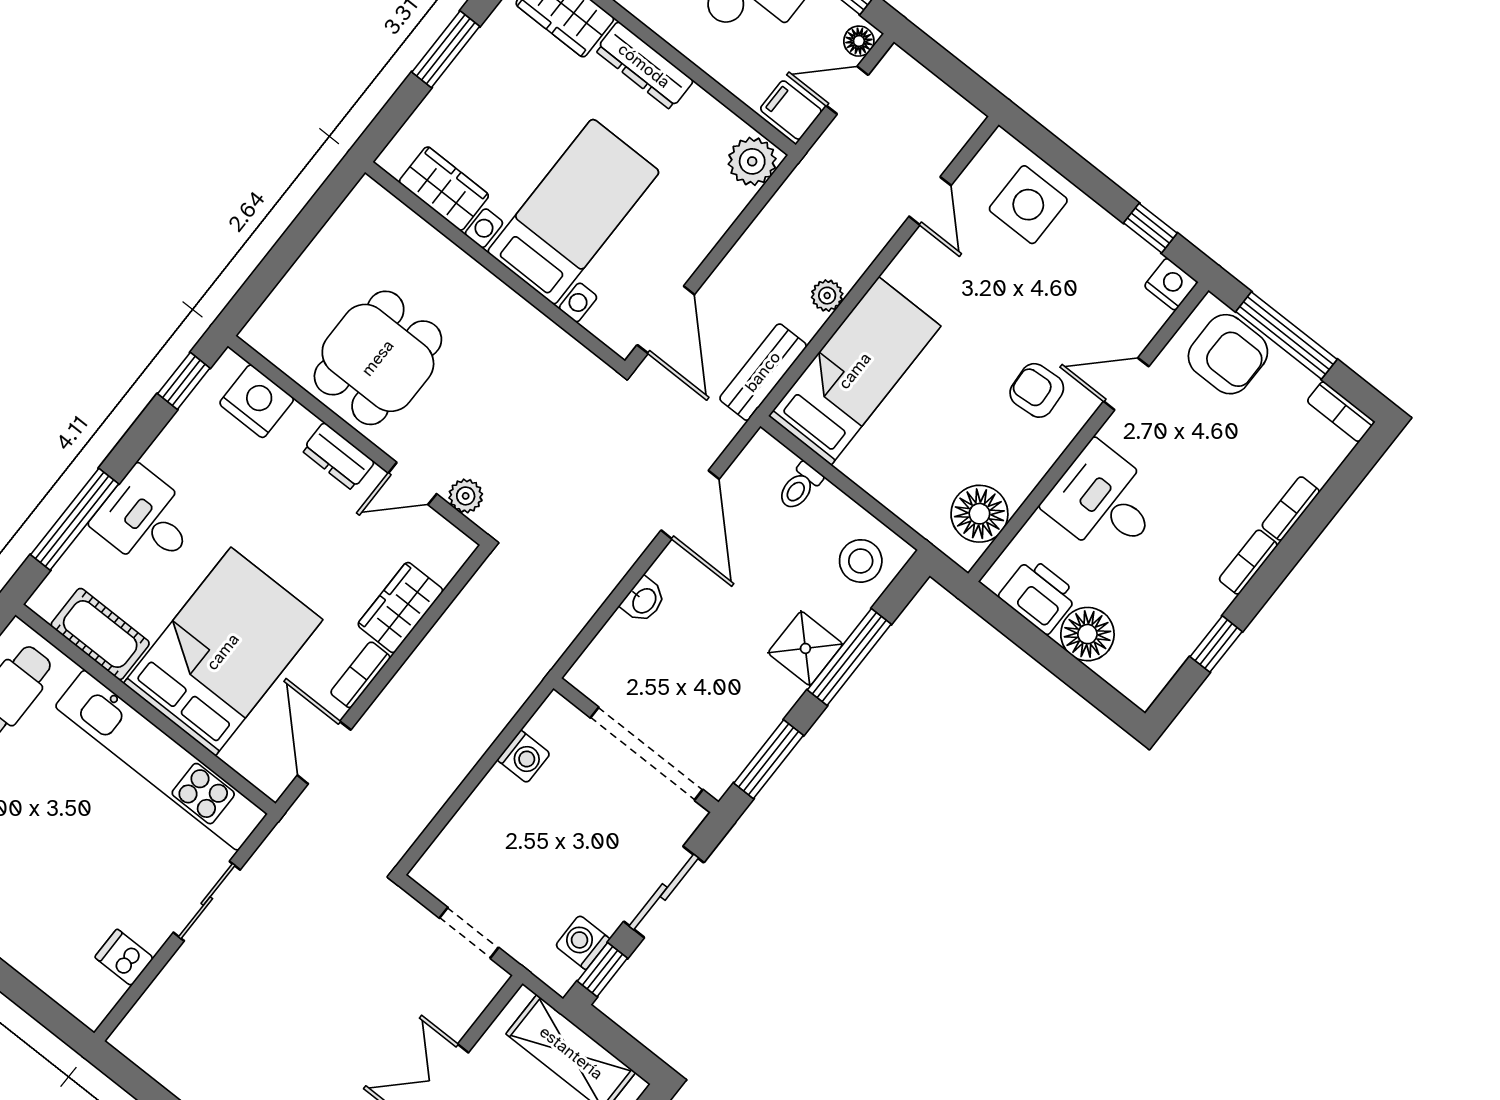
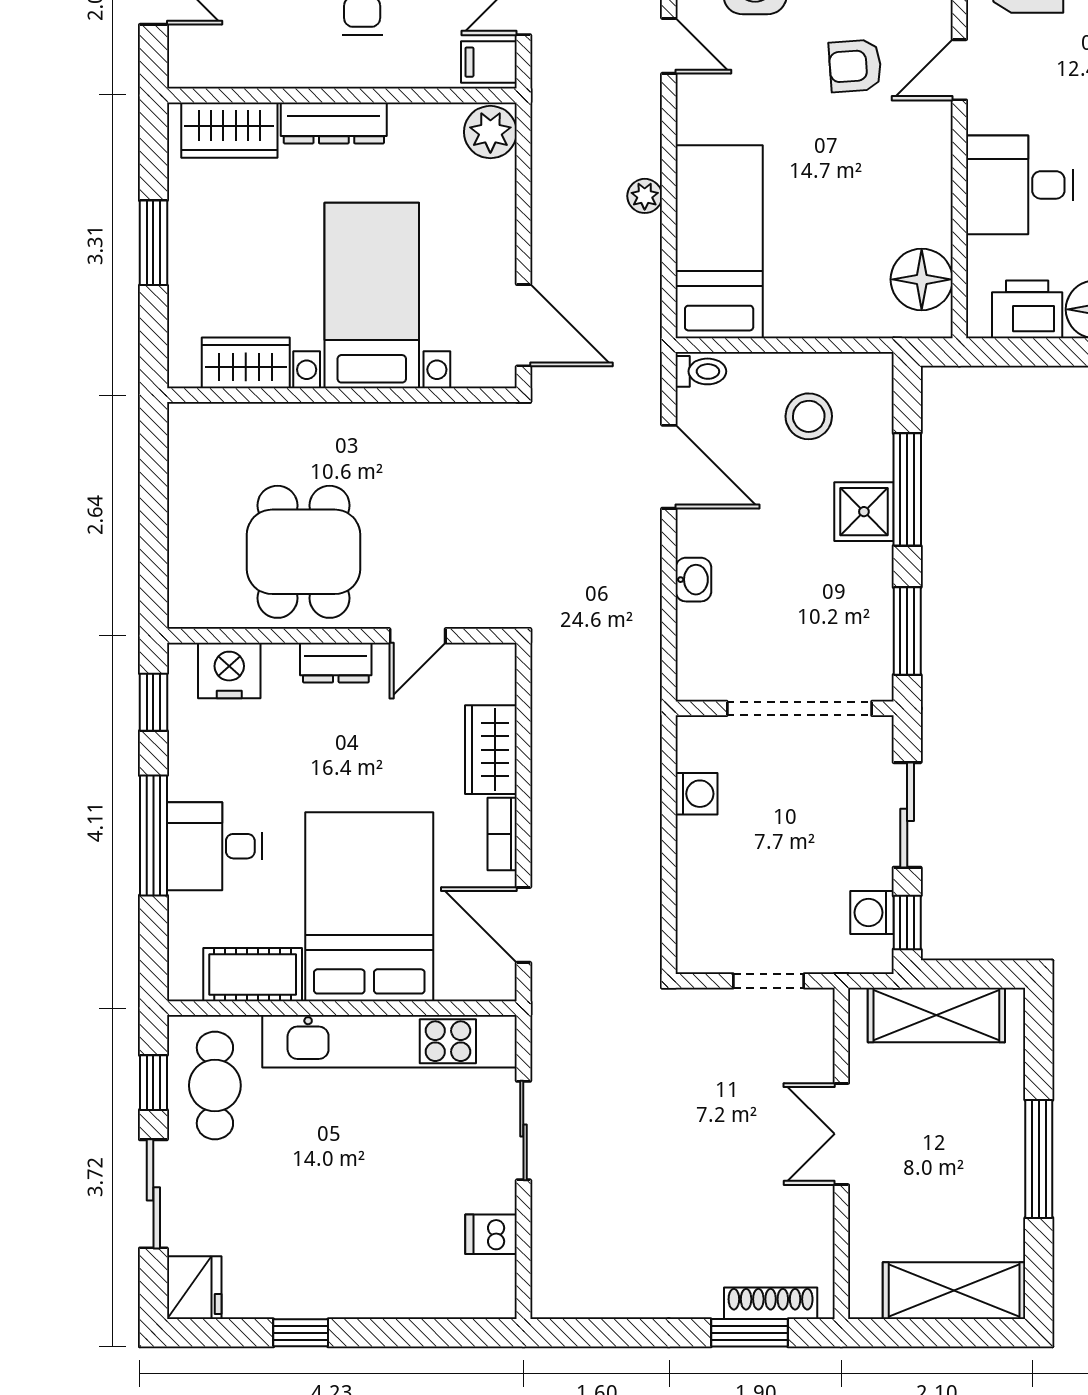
bench: (763, 372) -> (642, 304), removed
armchair: (1037, 390) -> (855, 66), moved
toilet: (800, 486) -> (701, 371), moved, turned -90
plant: (466, 496) -> (471, 610), removed
window: (75, 519) -> (153, 835), moved
stool: (861, 561) -> (809, 416), moved

